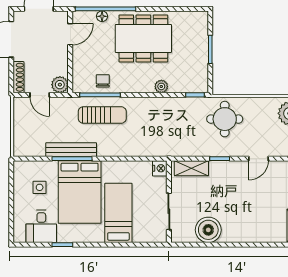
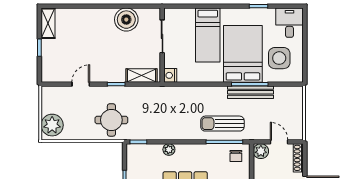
chair: (103, 81) -> (236, 156), moved
side table: (40, 187) -> (279, 58), width x1.87, depth x1.87
desk: (41, 226) -> (289, 23), moved

